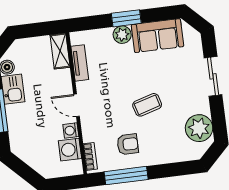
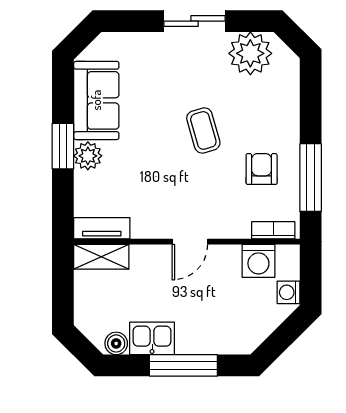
tv unit: (80, 63) -> (102, 228), moved
sliding door: (213, 76) -> (195, 21), moved
washing machine: (71, 131) -> (288, 292), moved, turned 90

